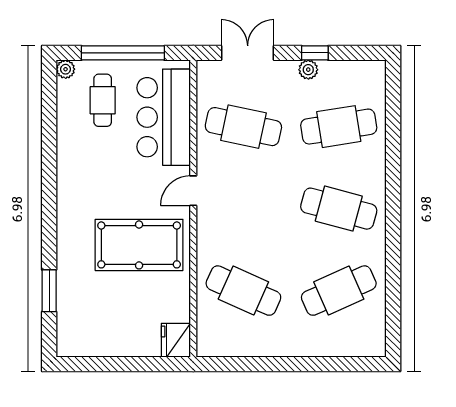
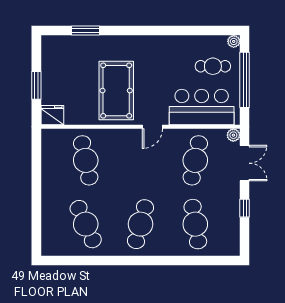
plant: (308, 70) -> (233, 135), moved
door: (193, 191) -> (152, 127), swing flipped
cafe table: (243, 291) -> (86, 160), turned -36
window: (131, 364) -> (36, 85), added

